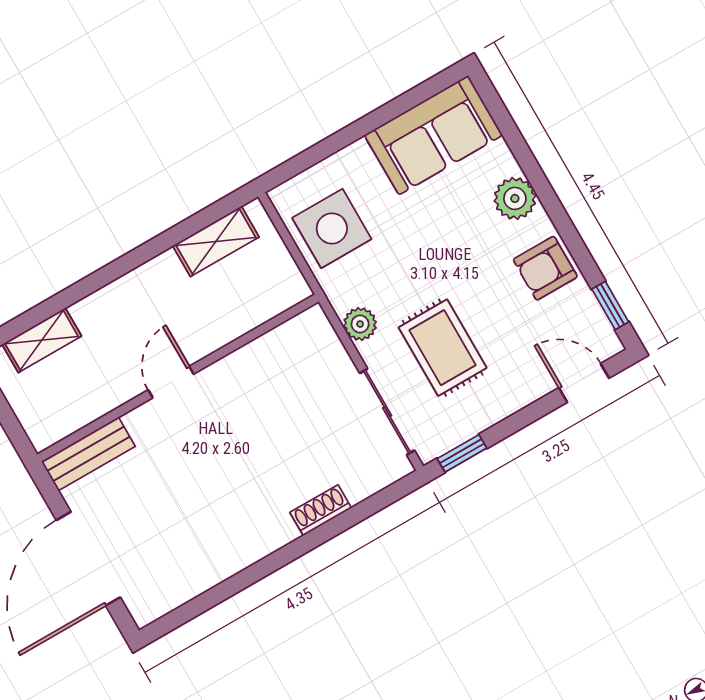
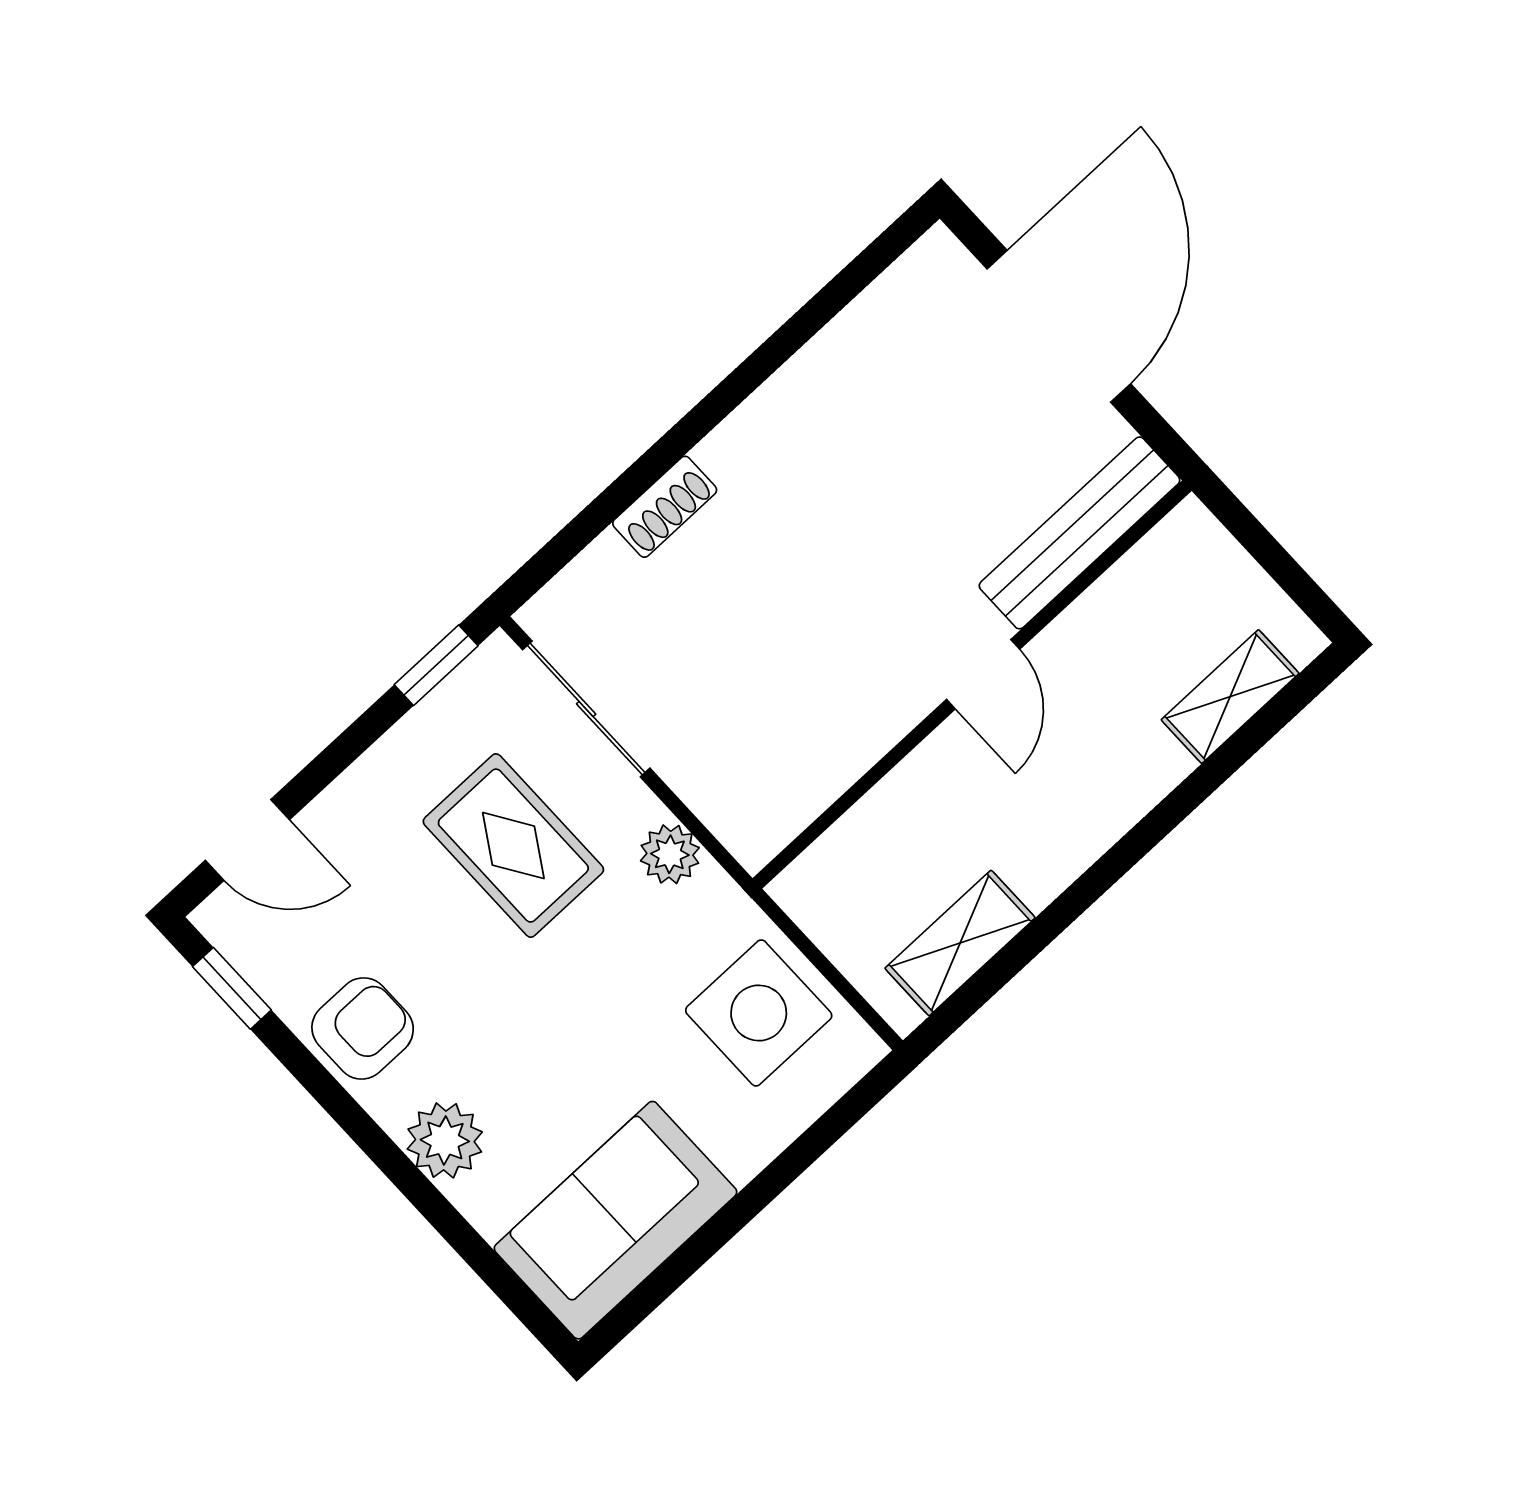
bench: (88, 454) -> (1079, 533), width x1.36

